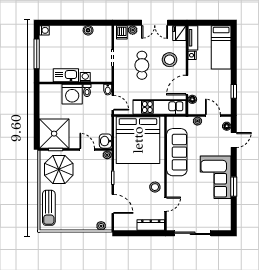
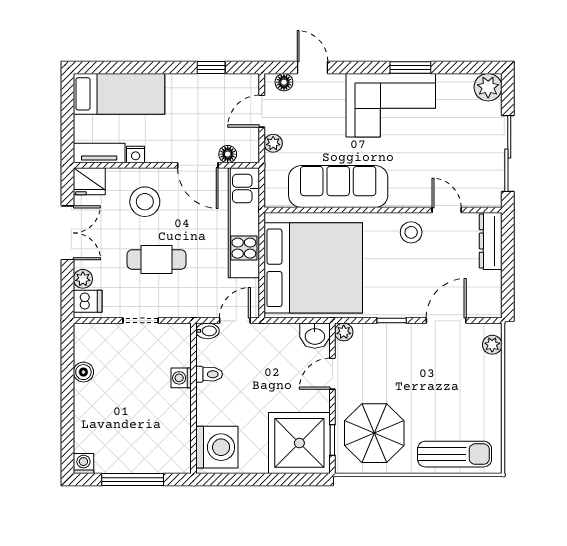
kitchen sink: (66, 75) -> (177, 418), removed
washing machine: (72, 94) -> (217, 447), moved
plant: (224, 224) -> (488, 87), added

